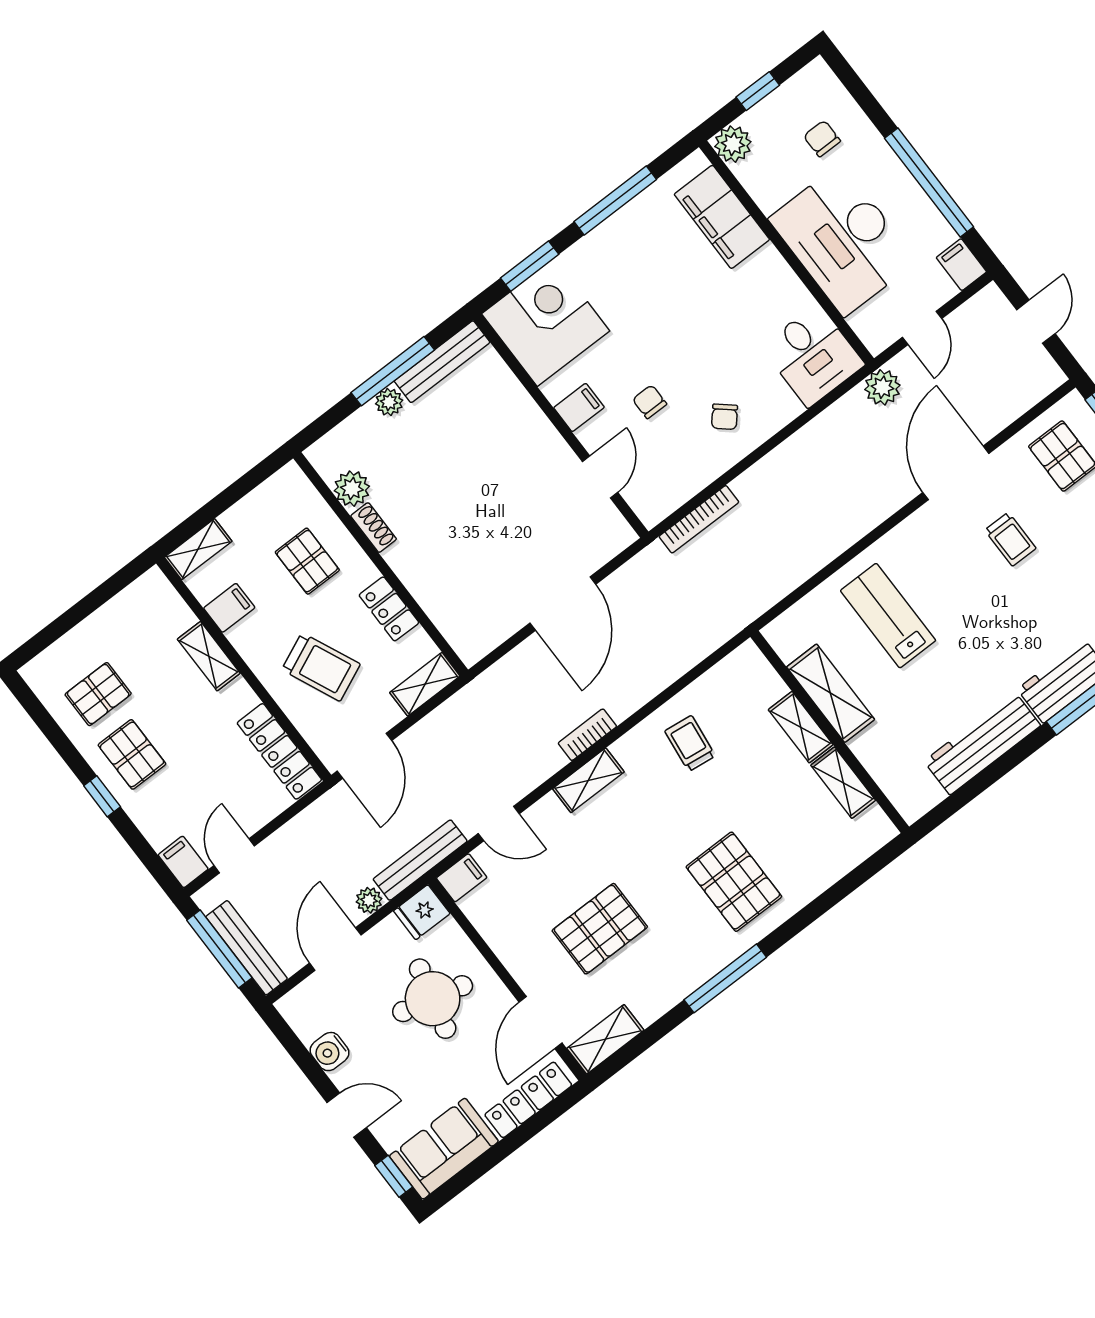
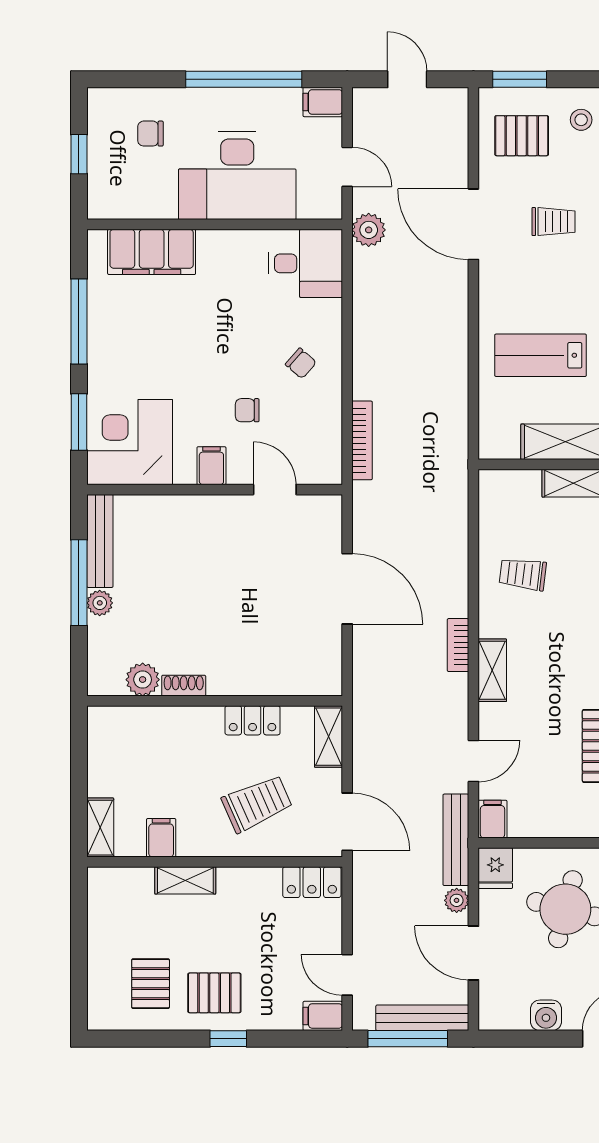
plant: (733, 144) -> (104, 203), removed
pallet: (307, 561) -> (171, 754), removed
locker: (279, 751) -> (312, 882), width x0.66

